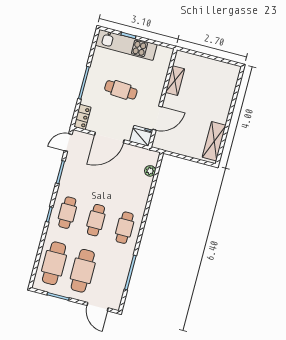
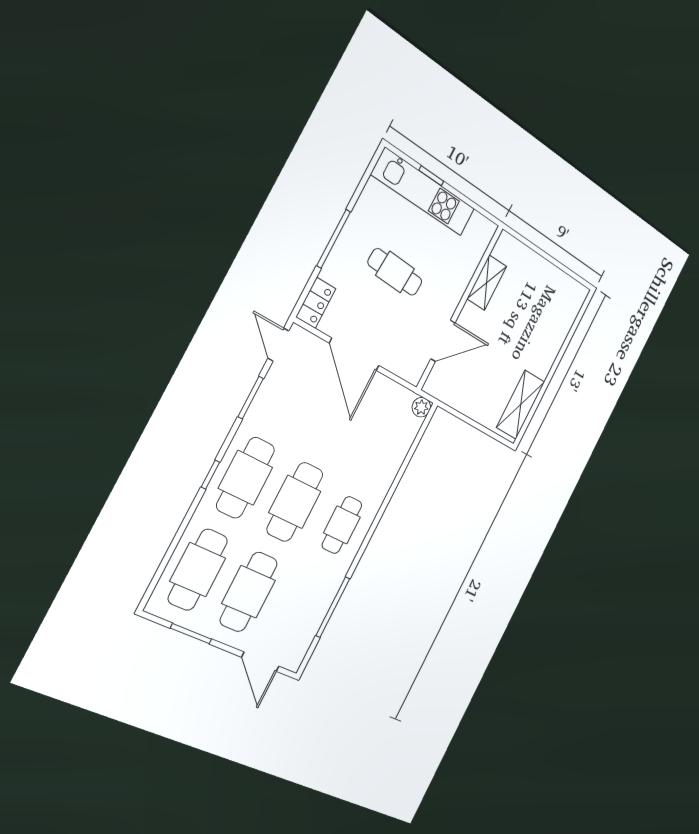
fridge: (141, 136) -> (409, 365), removed
door: (109, 138) -> (354, 354), hinge flipped
door: (68, 143) -> (278, 345), hinge flipped
plant: (150, 171) -> (421, 407), moved
cafe table: (67, 213) -> (246, 478), width x1.37, depth x1.35
cafe table: (96, 220) -> (295, 502), width x1.37, depth x1.35

